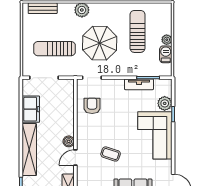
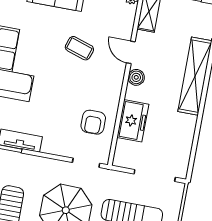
freezer: (31, 109) -> (133, 121), moved, turned 180
door: (75, 158) -> (131, 52), swing flipped

